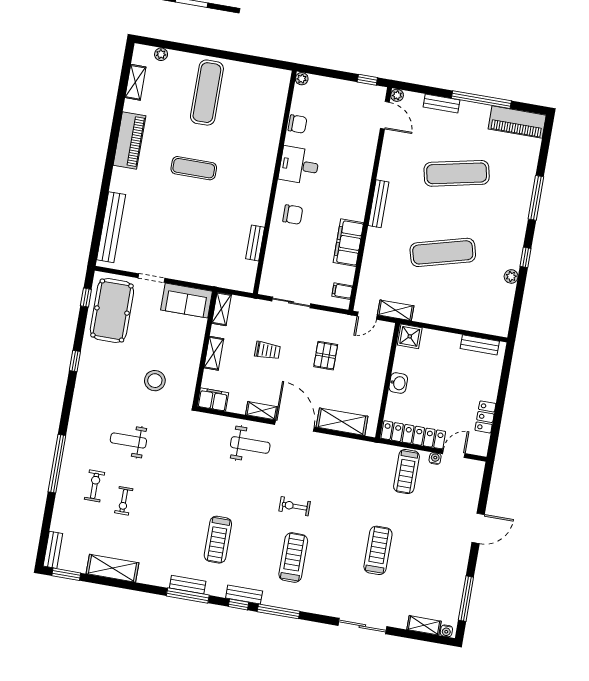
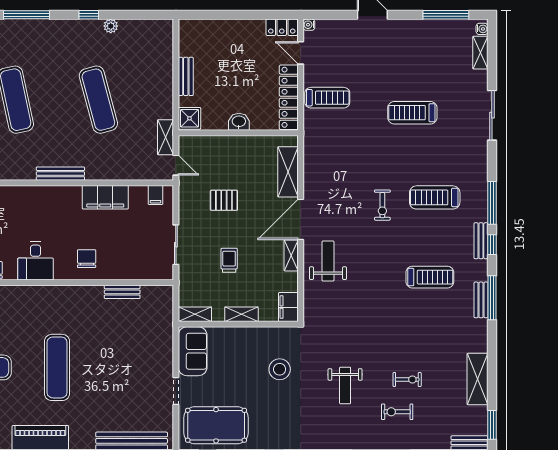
exercise mat: (194, 168) -> (57, 367), width x1.36, depth x1.45
bench: (480, 345) -> (186, 76), moved
locker: (485, 417) -> (282, 27), moved
water cooler: (435, 458) -> (309, 25), moved

